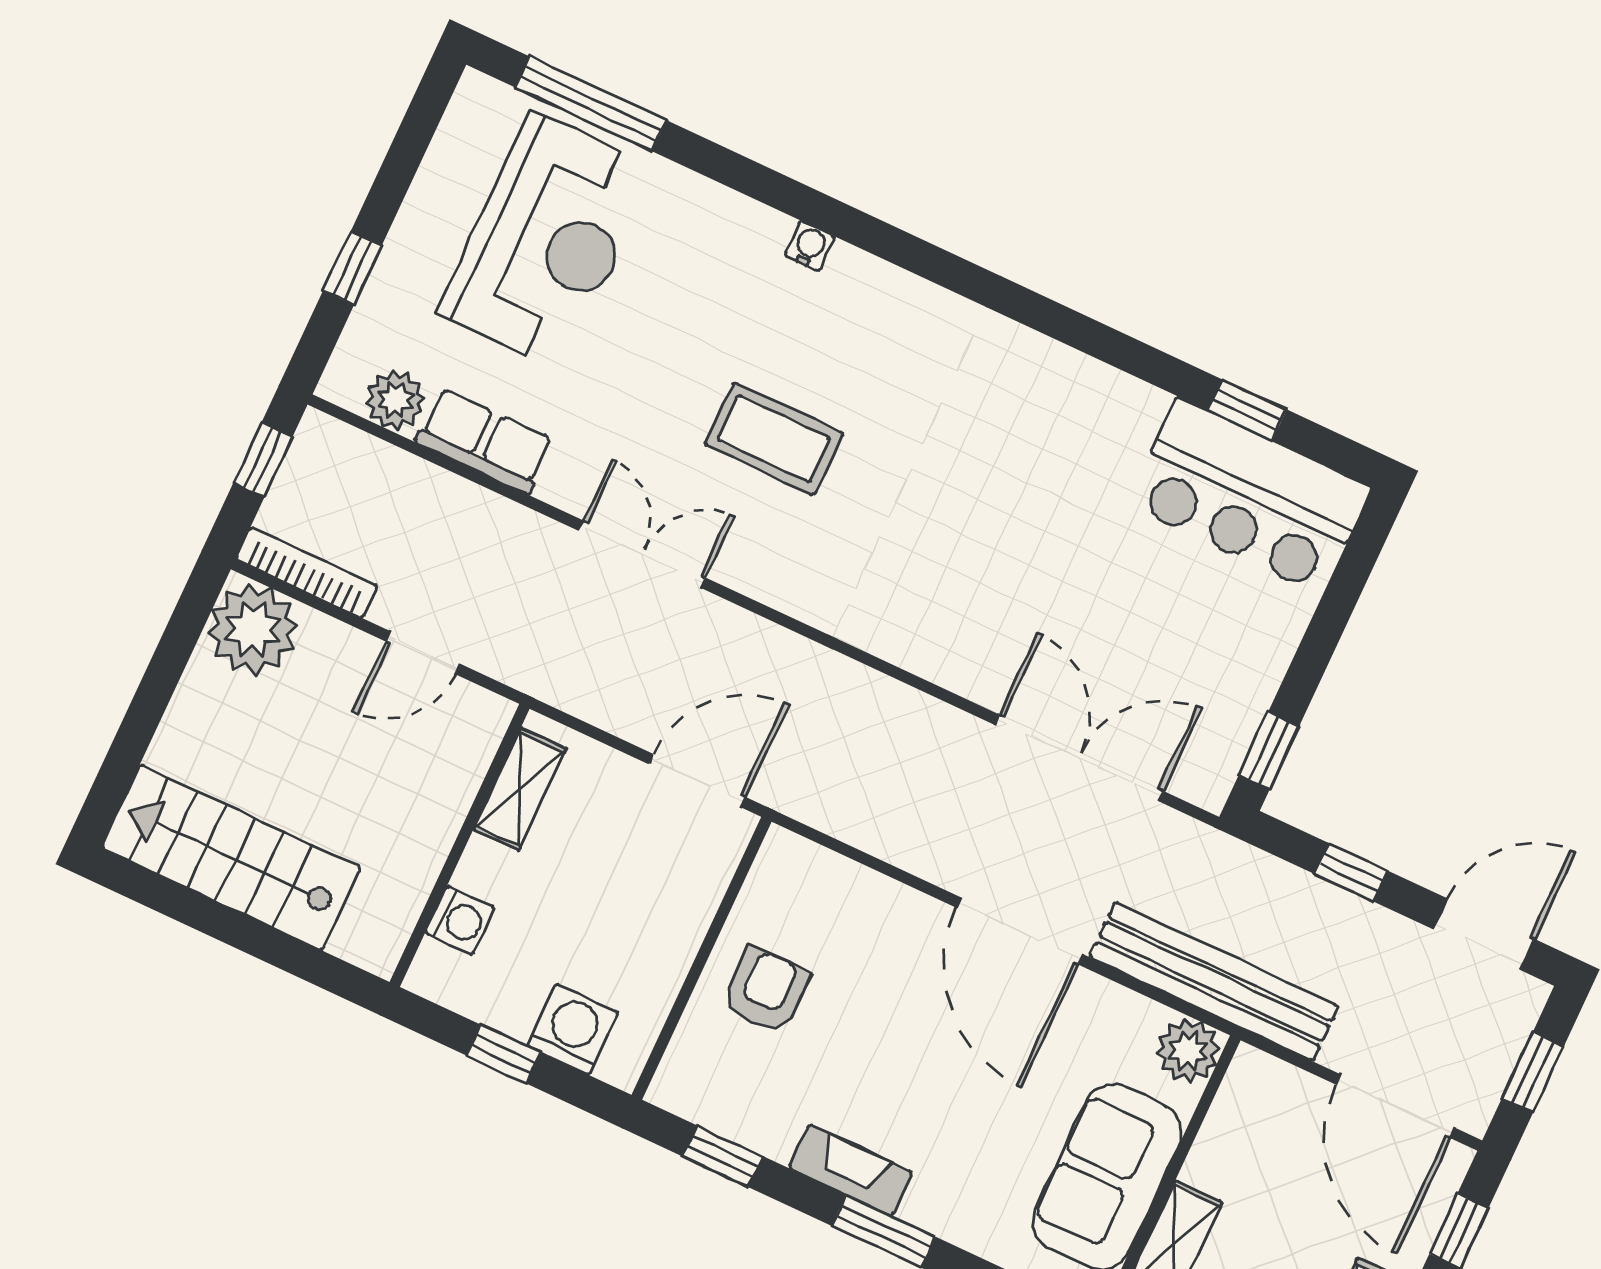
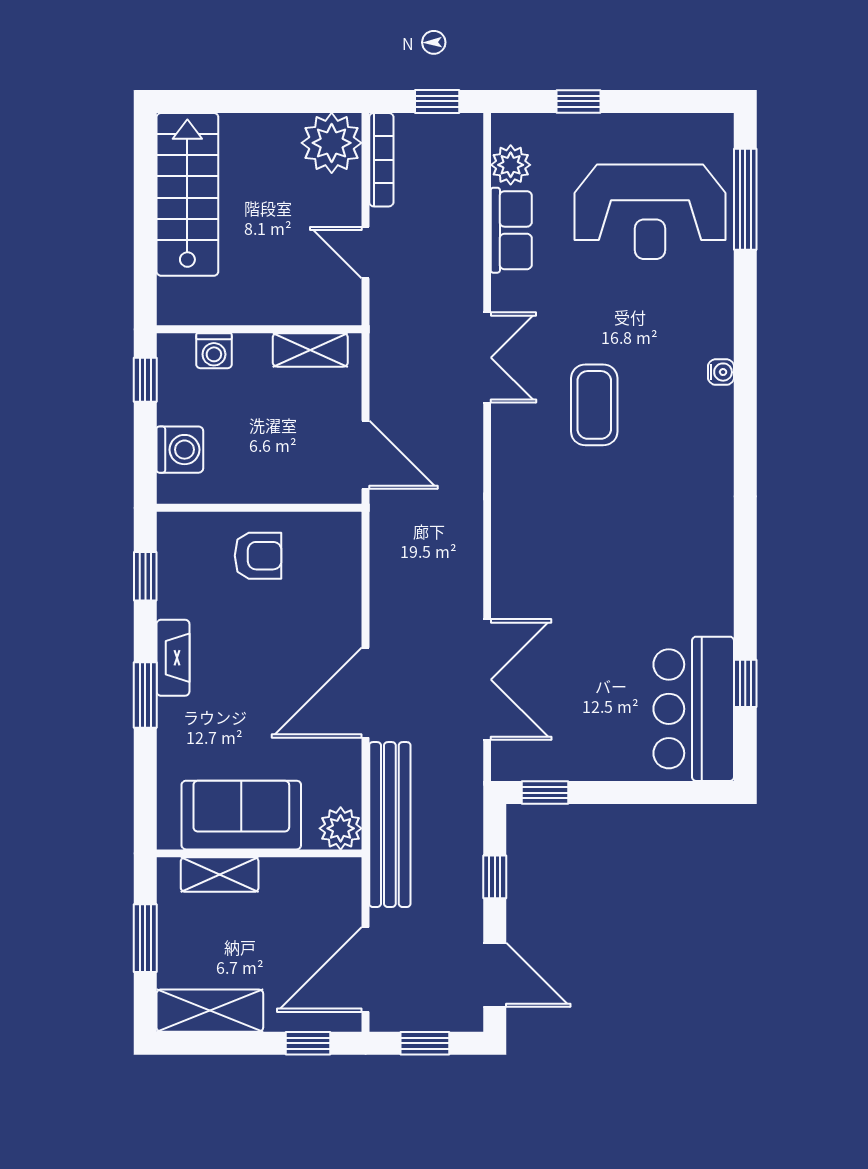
window: (503, 1054) -> (145, 380), moved

